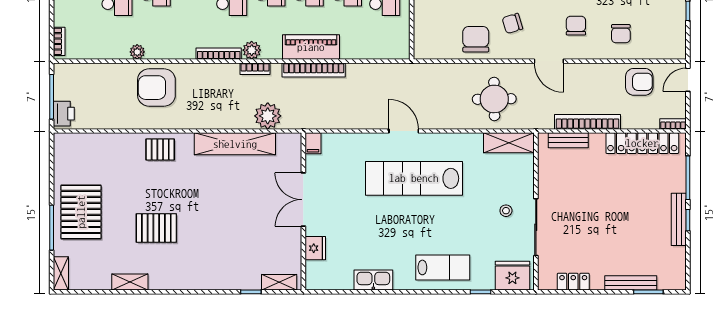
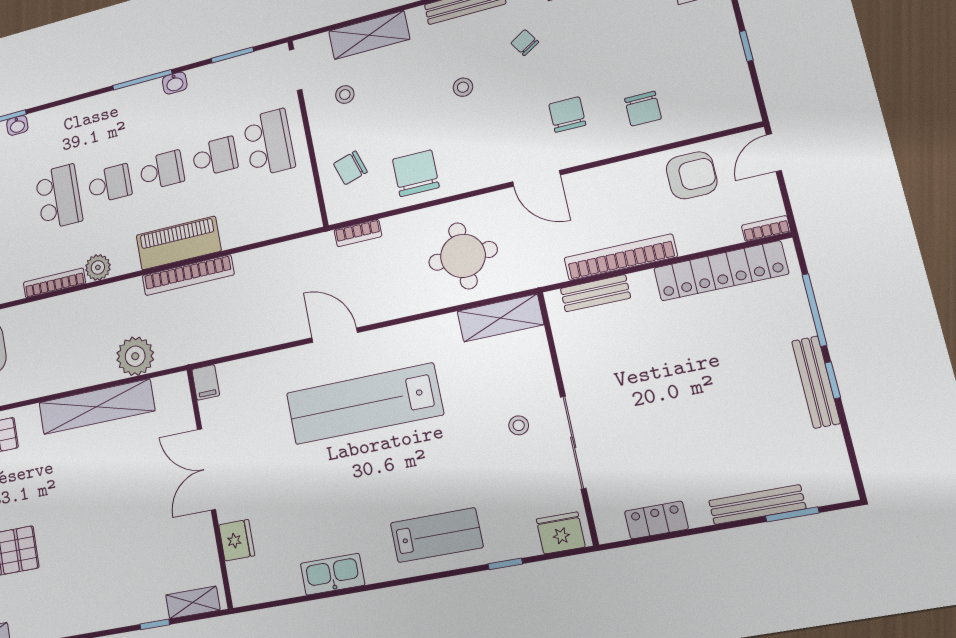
chair: (512, 23) -> (350, 168), moved
bookcase: (255, 69) -> (358, 233), moved
fridge: (512, 276) -> (561, 533), width x0.73, depth x0.75

